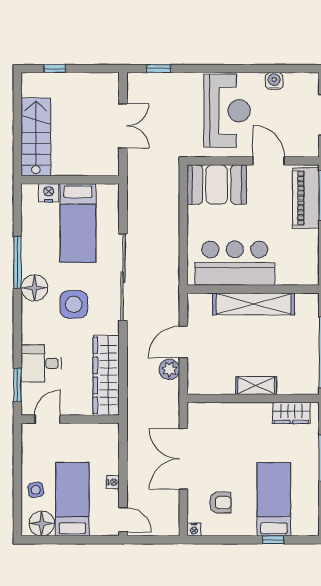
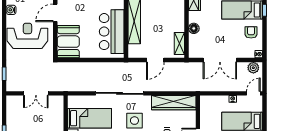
double door: (123, 126) -> (36, 93), swing flipped
door: (183, 342) -> (155, 60), hinge flipped
plant: (169, 369) -> (253, 68), moved
shelving: (256, 386) -> (179, 44), moved
floor lamp: (240, 412) -> (194, 28), added
armchair: (220, 503) -> (251, 32), moved

